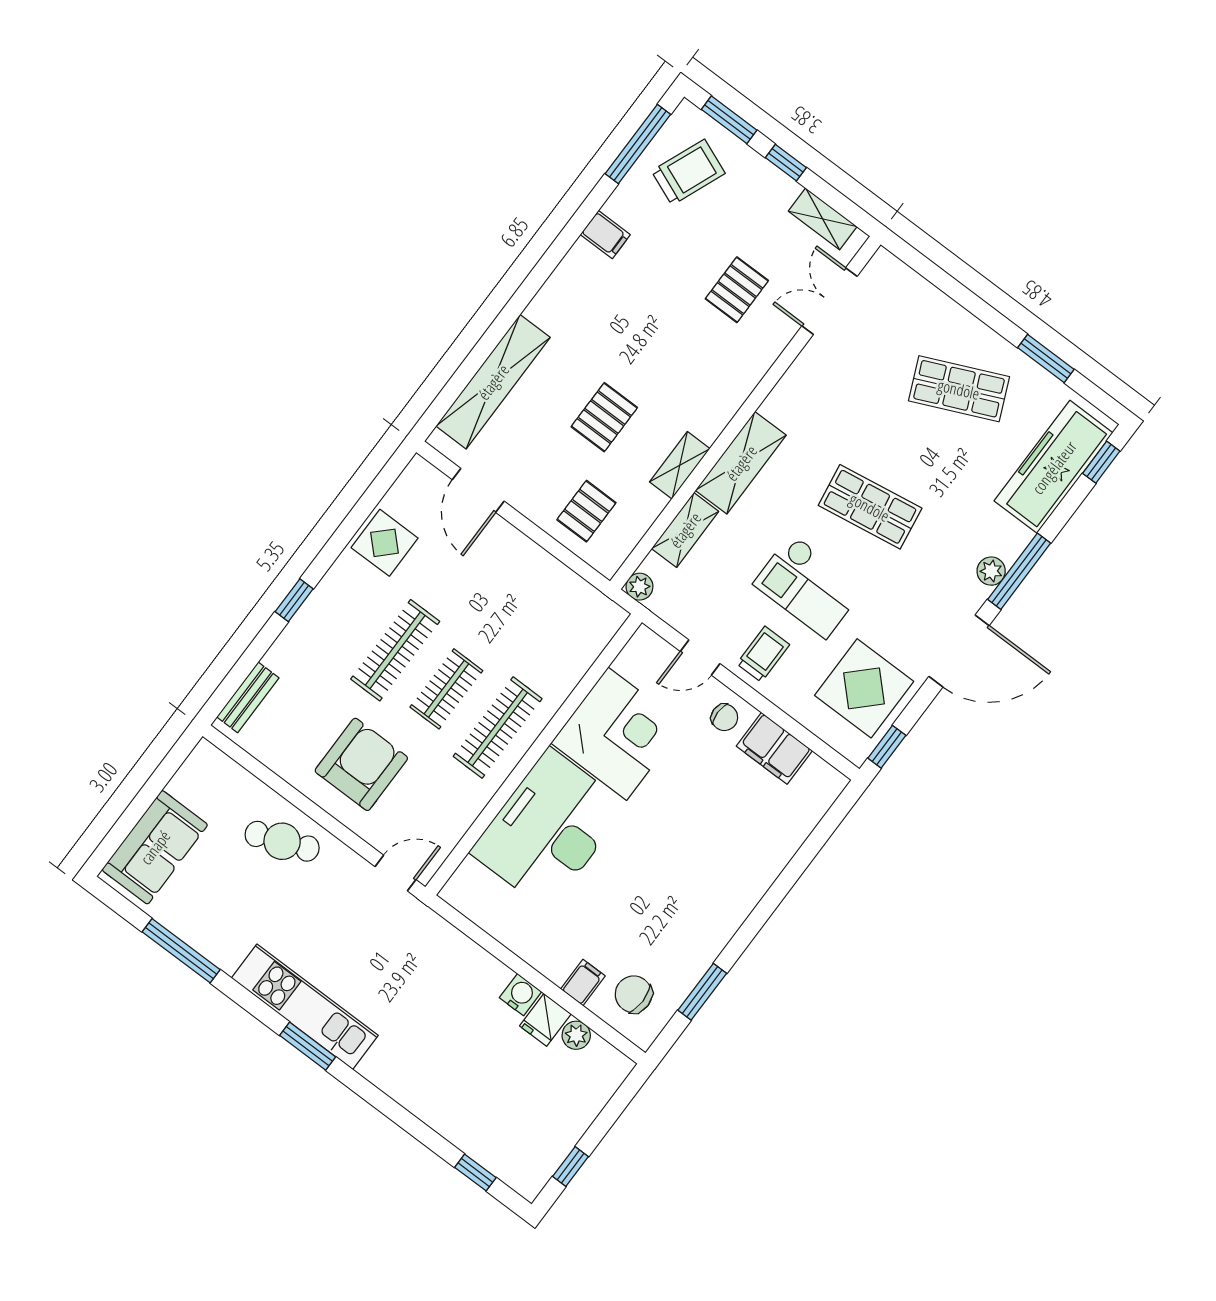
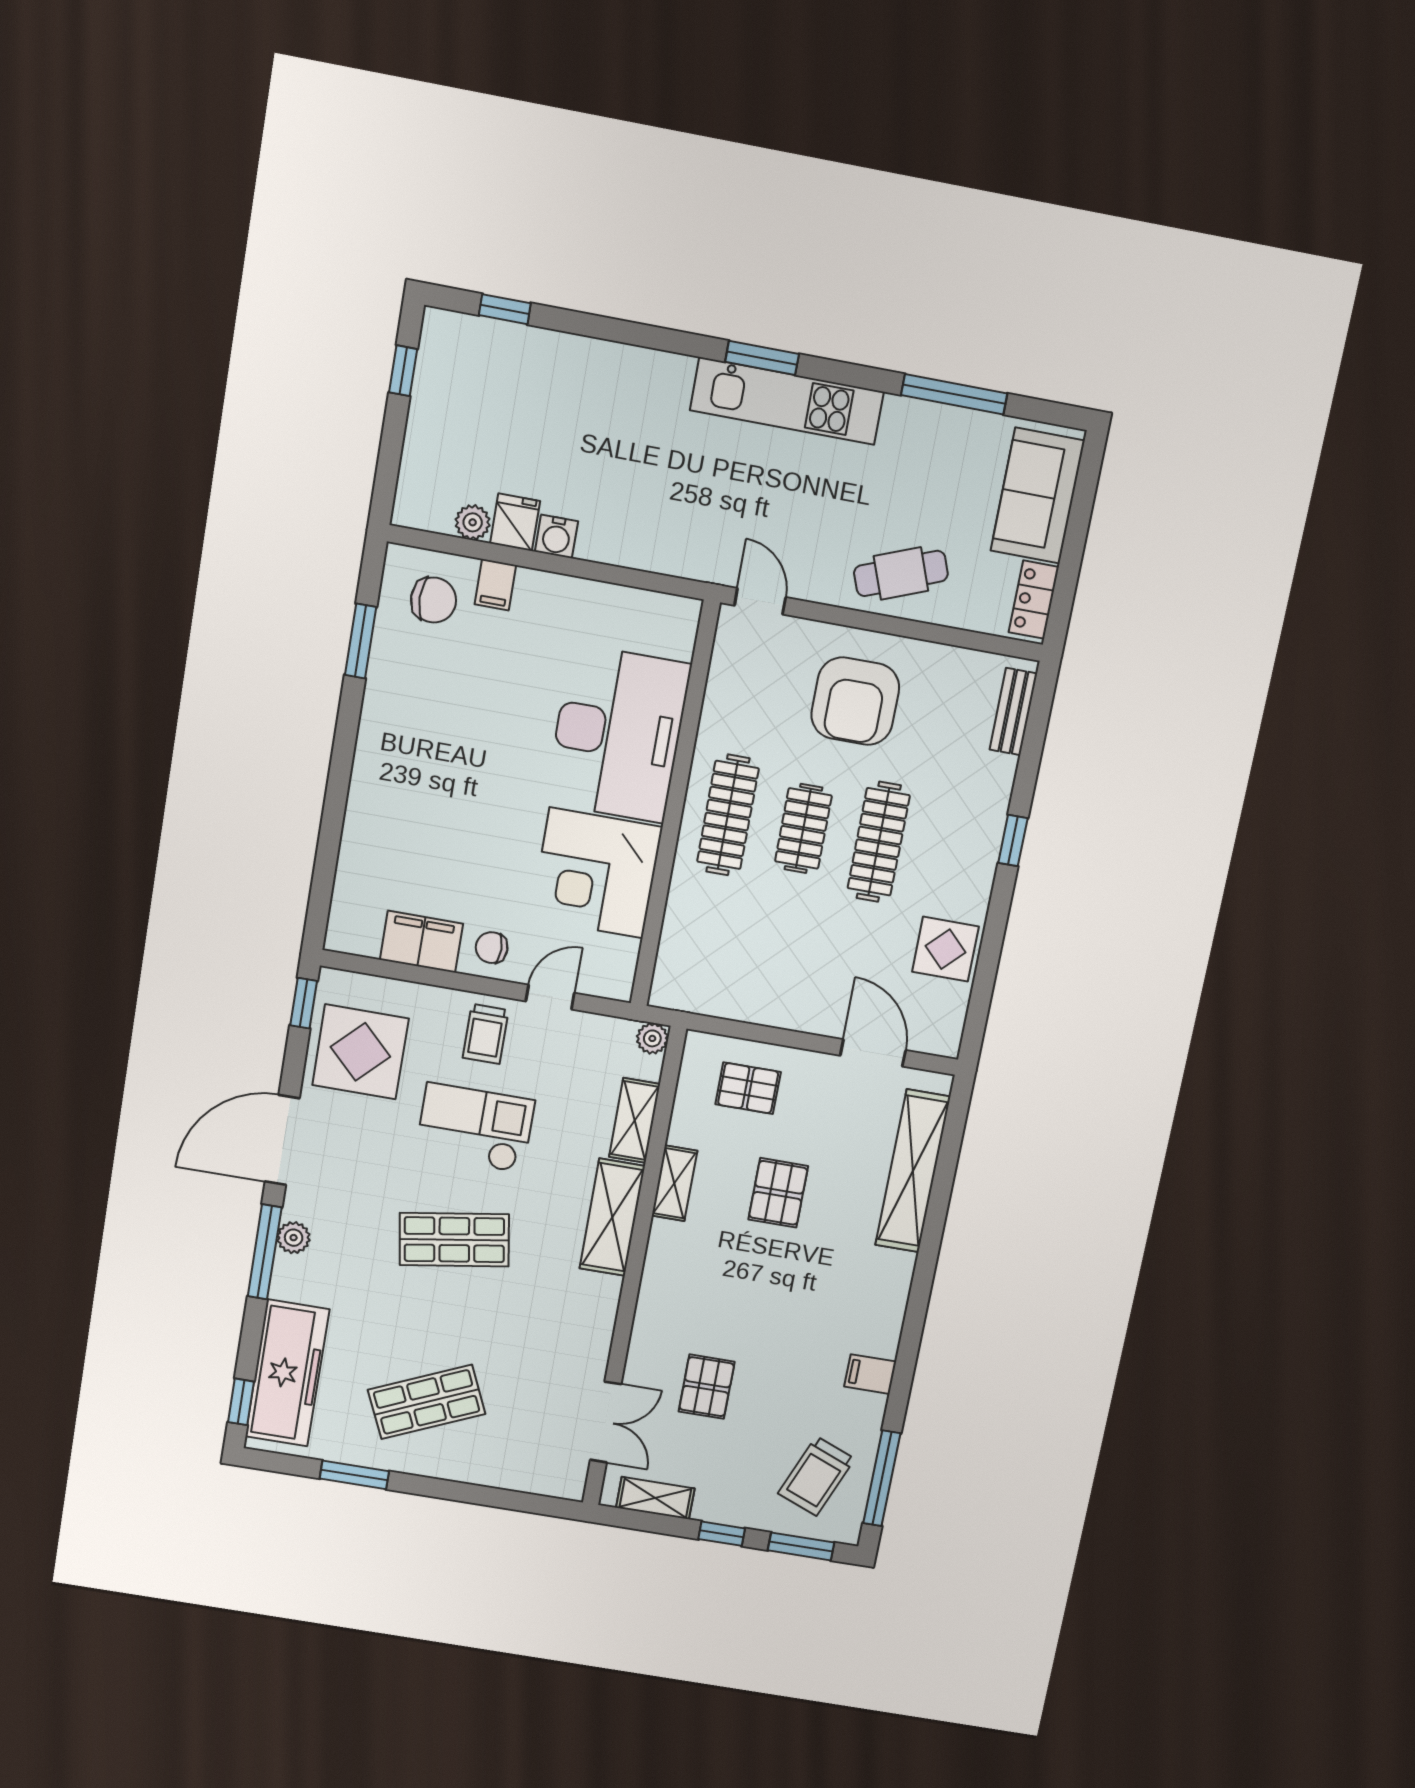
pallet: (586, 511) -> (748, 1088), turned 90
locker: (193, 773) -> (1034, 600), added
door: (395, 873) -> (760, 601), swing flipped

